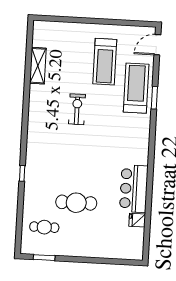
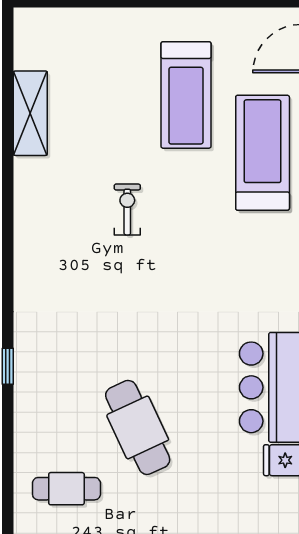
exercise bike: (77, 109) -> (127, 209), width x0.73, depth x0.72
cafe table: (76, 203) -> (138, 427), turned 65

